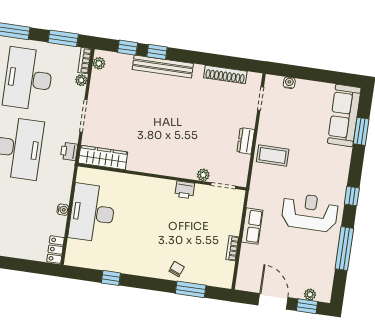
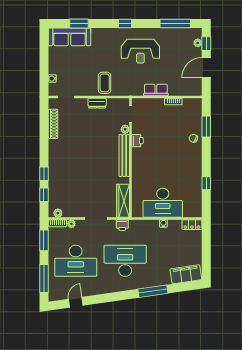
bench: (163, 66) -> (124, 156), moved
reception desk: (310, 212) -> (140, 51), turned -90
window: (344, 249) -> (175, 24), moved

